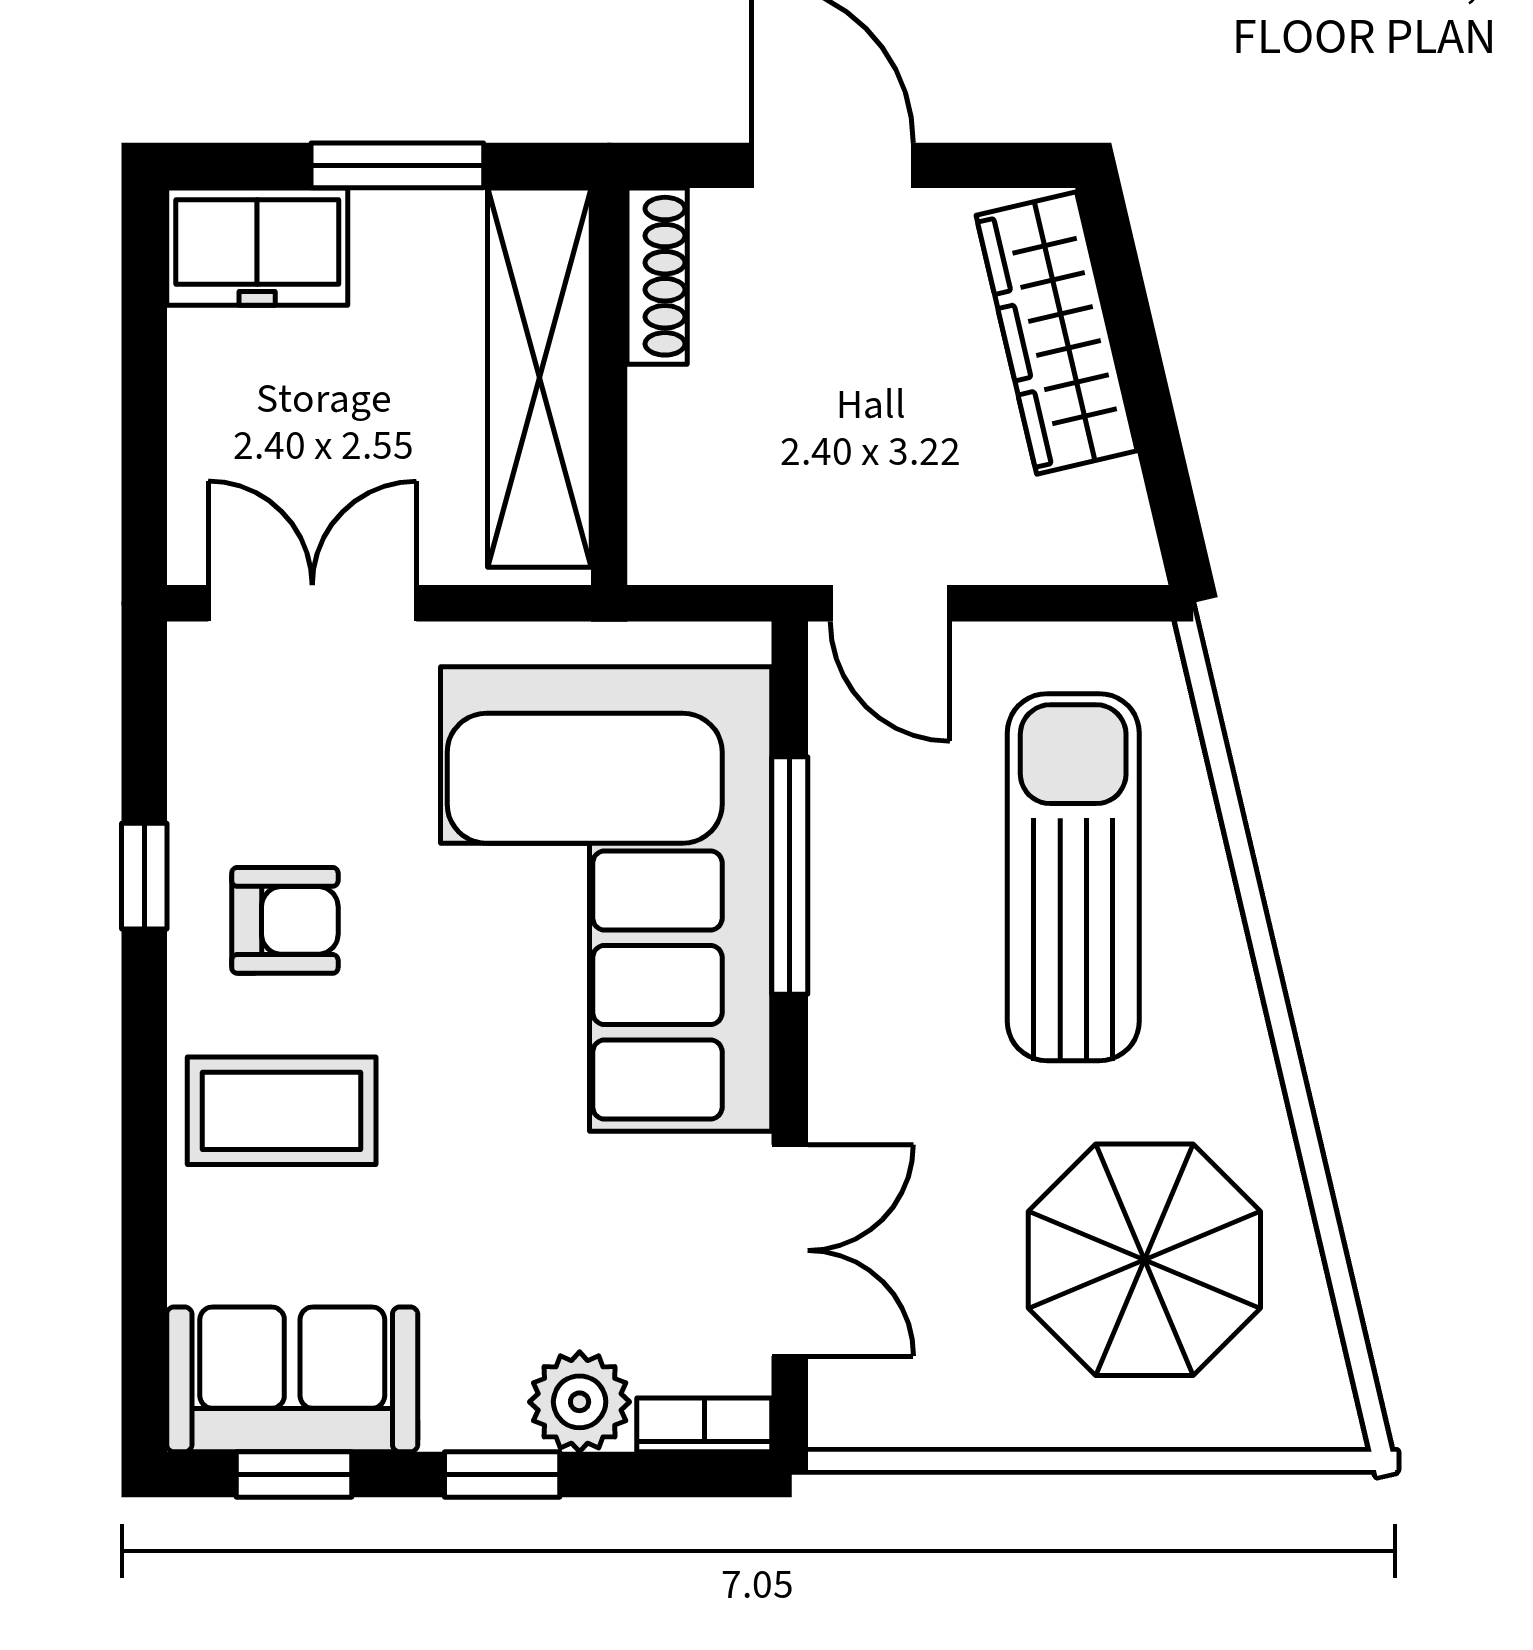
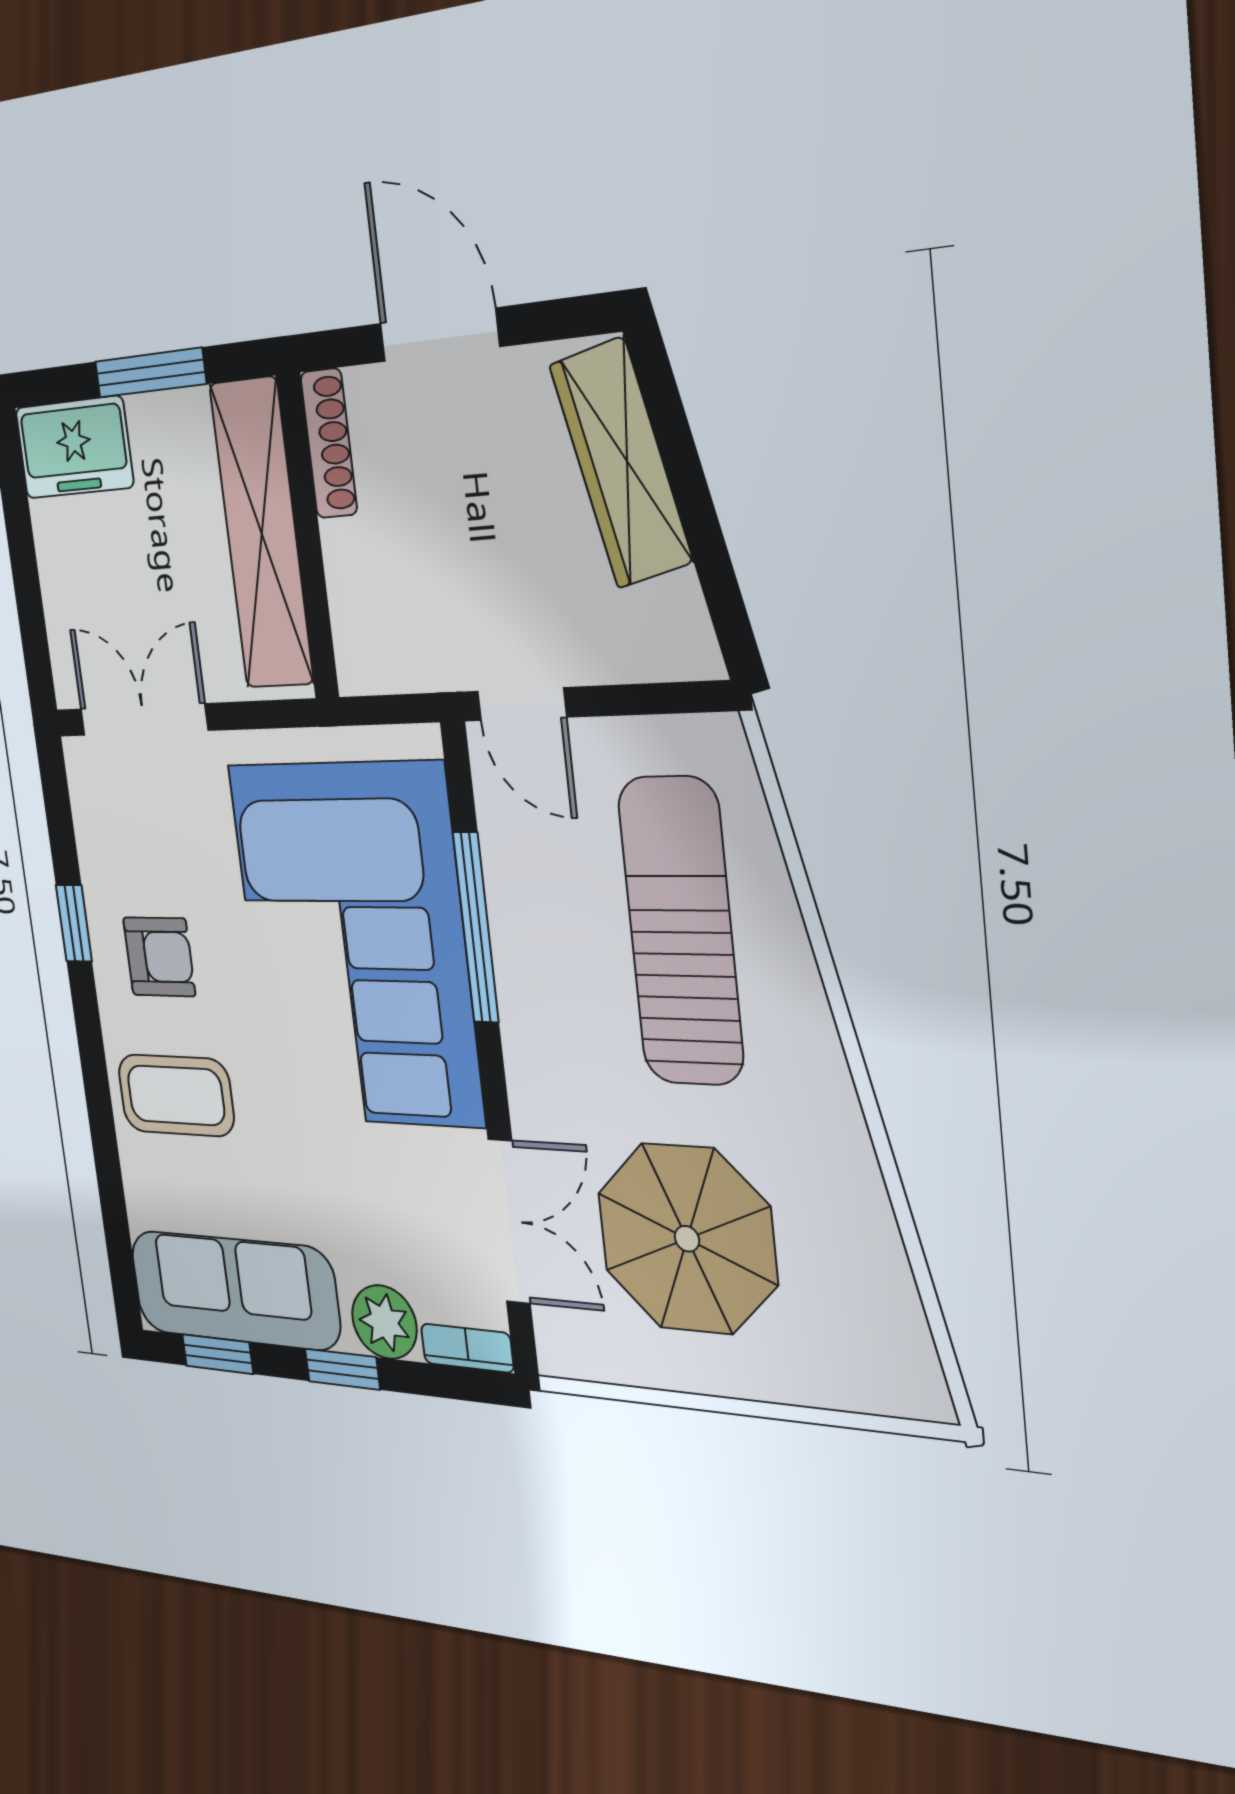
parasol: (1144, 1260) -> (687, 1239), moved
sofa: (292, 1379) -> (234, 1290), width x1.36

